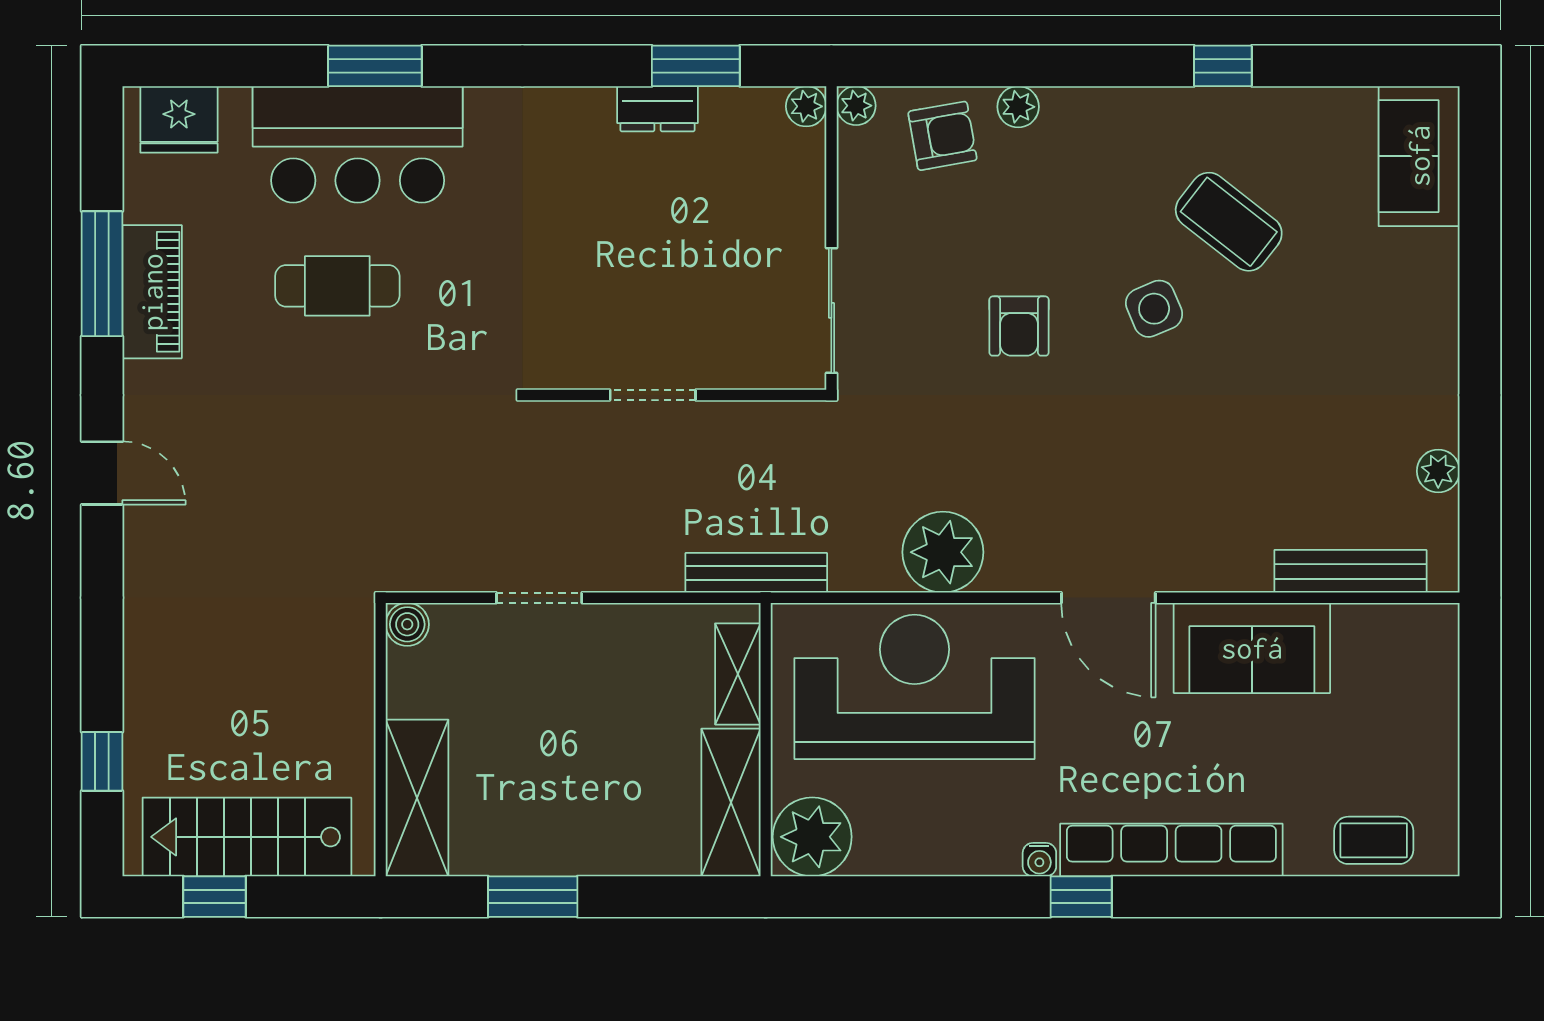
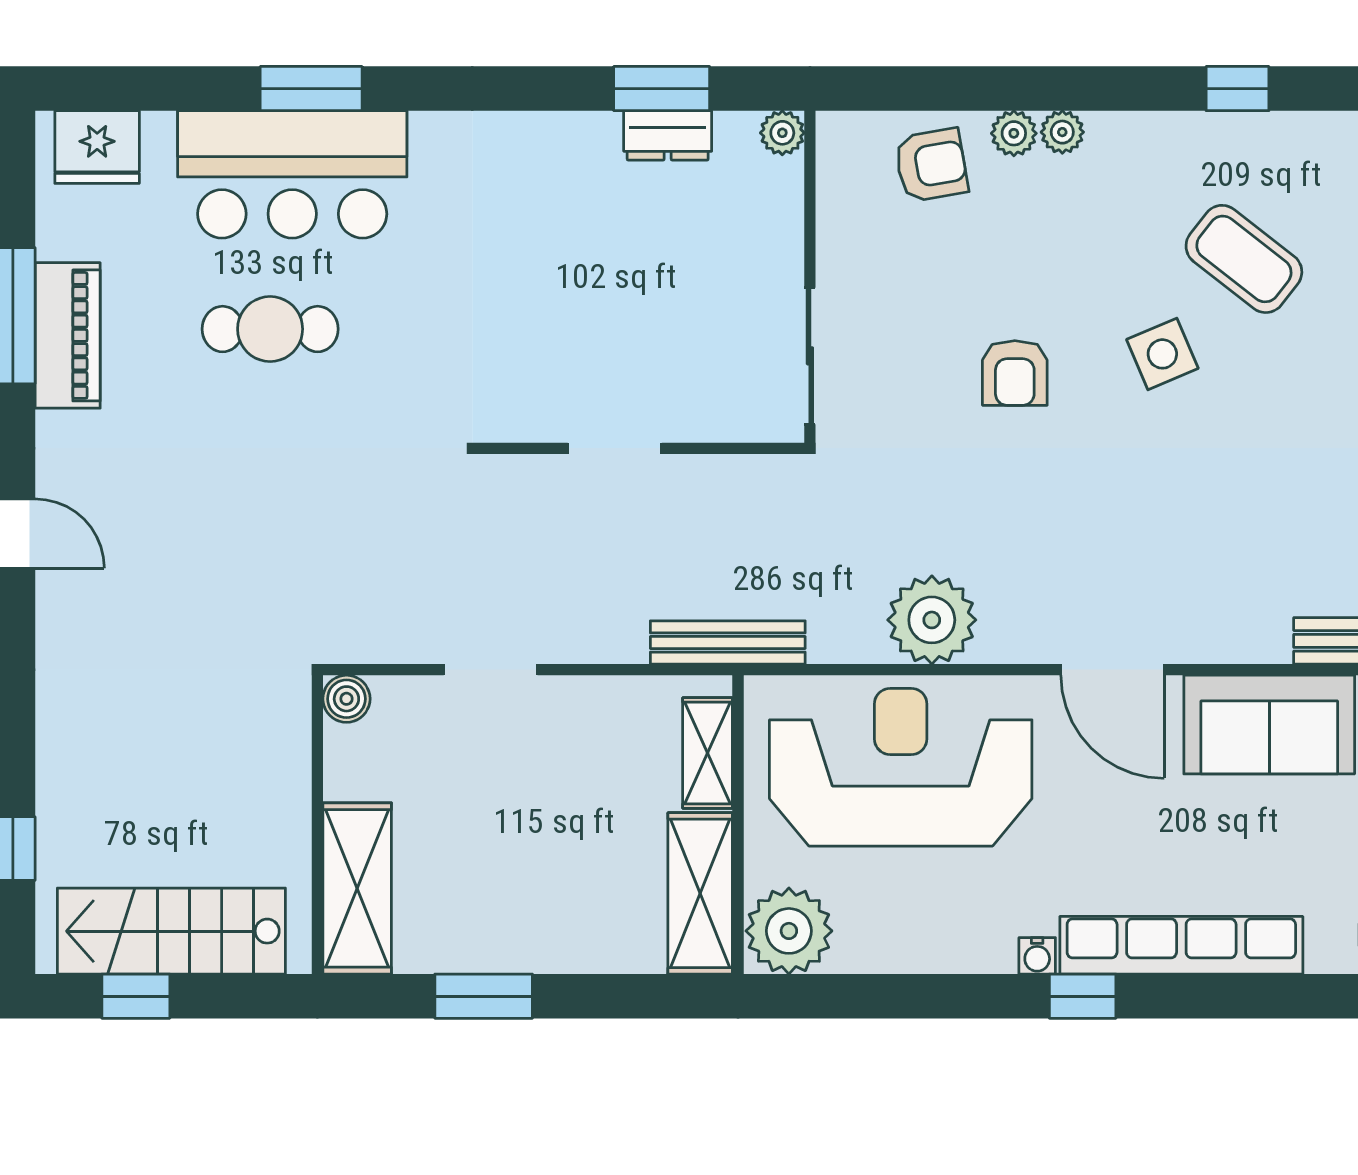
plant: (856, 106) -> (1062, 132), moved
dresser: (658, 109) -> (668, 135), moved

